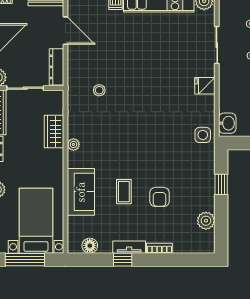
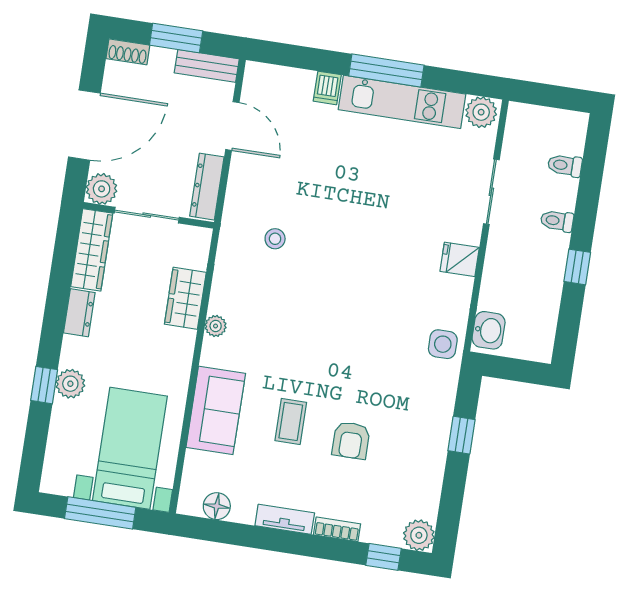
plant: (206, 221) -> (419, 535), moved
window: (123, 260) -> (383, 557), moved

